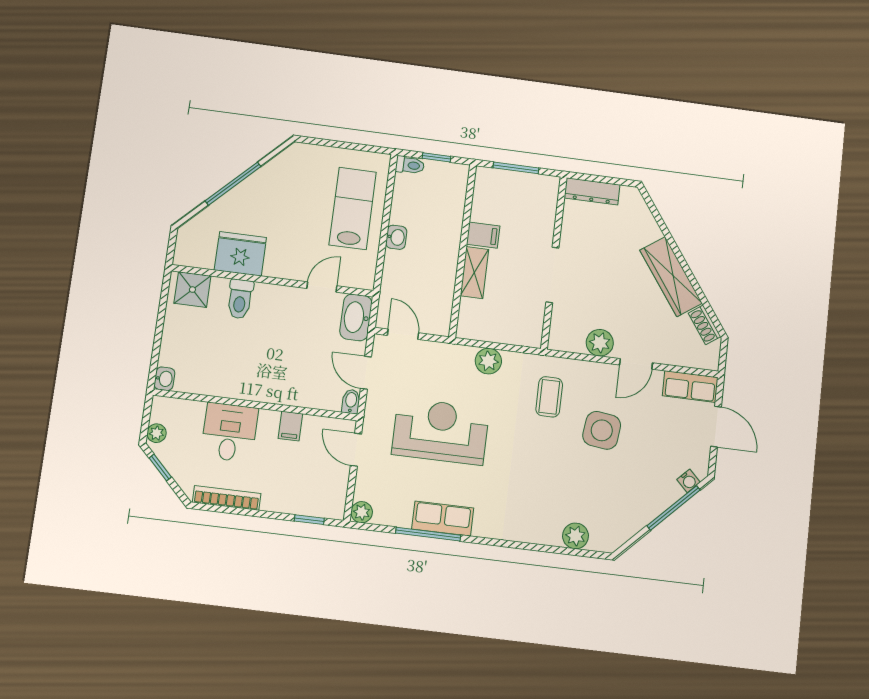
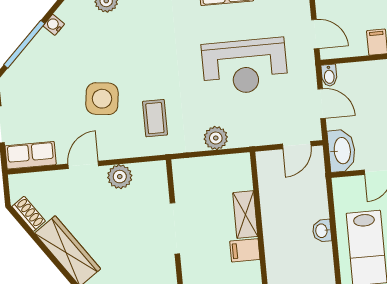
door: (403, 334) -> (297, 145), hinge flipped
water cooler: (688, 481) -> (54, 25), moved

